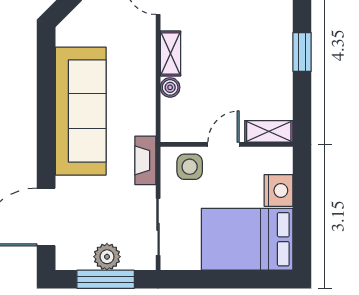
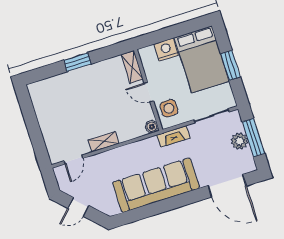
boiler: (170, 87) -> (152, 127), moved
window: (225, 279) -> (231, 65), added

